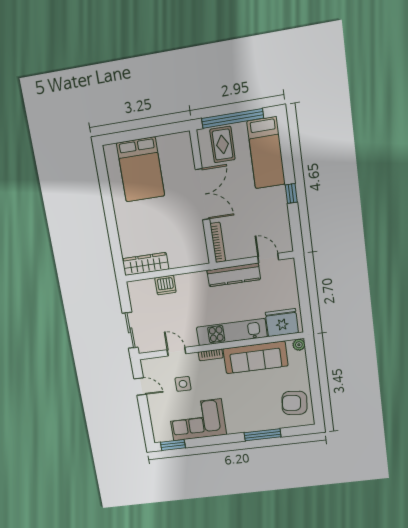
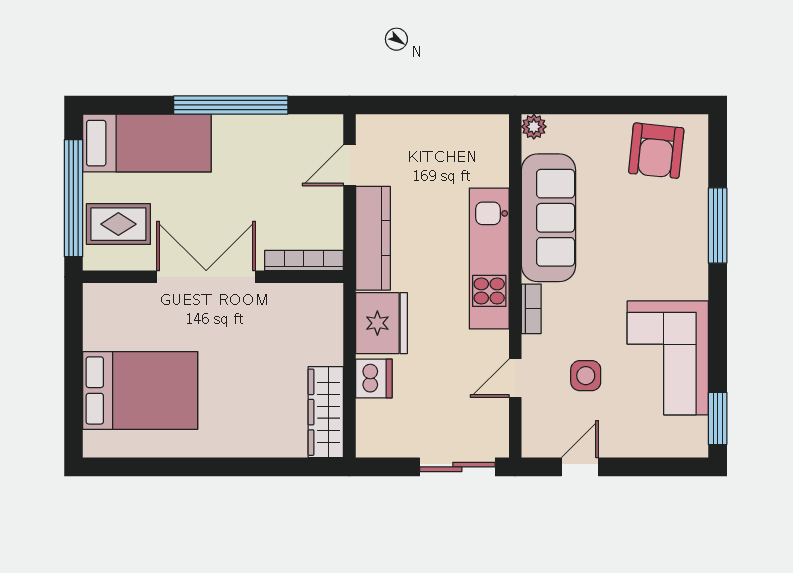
window: (291, 193) -> (231, 105), width x3.17
fridge: (282, 323) -> (382, 323), moved, turned 180

